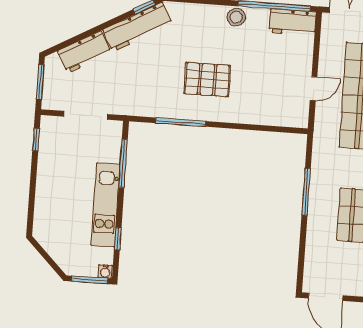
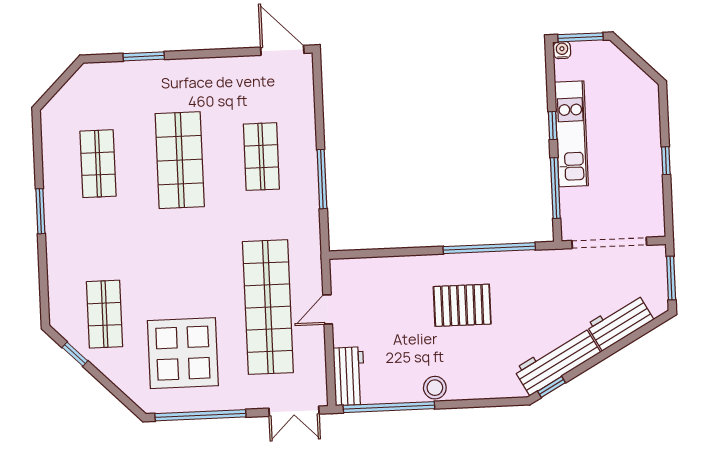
workbench: (292, 22) -> (349, 376), moved, turned 90
doorway: (86, 115) -> (609, 243), width x1.36
window: (181, 122) -> (489, 248), width x1.46
window: (36, 140) -> (666, 161), moved
window: (118, 239) -> (553, 126), moved

